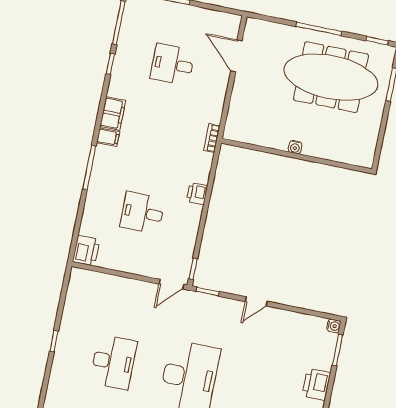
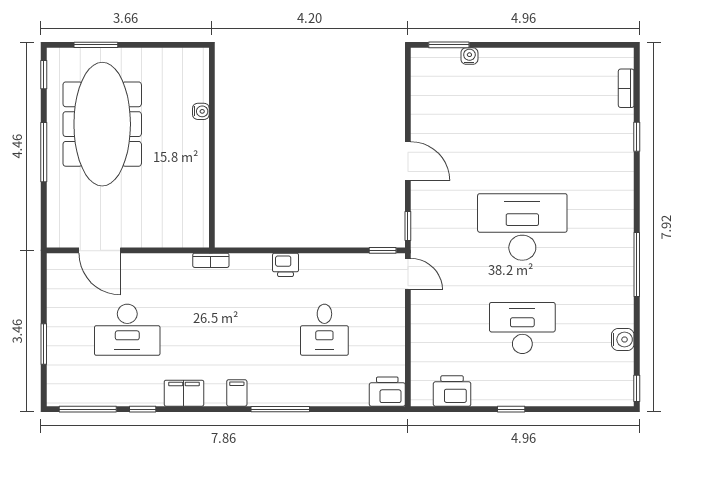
door: (236, 56) -> (100, 250), hinge flipped
desk: (172, 64) -> (127, 330), width x1.37
filing cabinet: (113, 113) -> (184, 393), moved
water cooler: (295, 147) -> (201, 111), moved
door: (256, 301) -> (408, 161), width x1.38
water cooler: (334, 326) -> (469, 56), moved
printer: (316, 384) -> (452, 391), moved, turned 180

